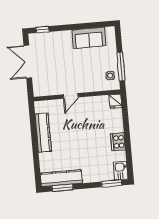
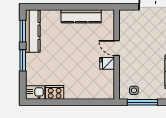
fridge: (115, 101) -> (107, 63), moved
cooker: (118, 142) -> (55, 92), moved
window: (112, 183) -> (23, 60), moved

